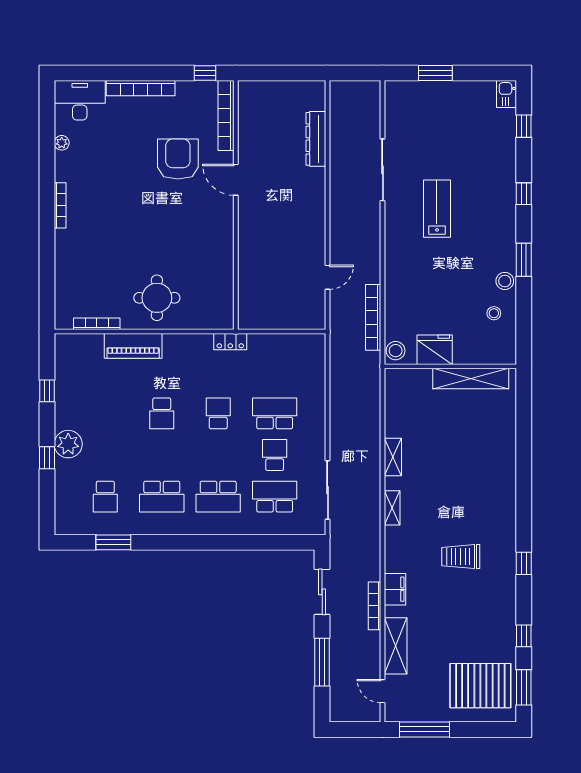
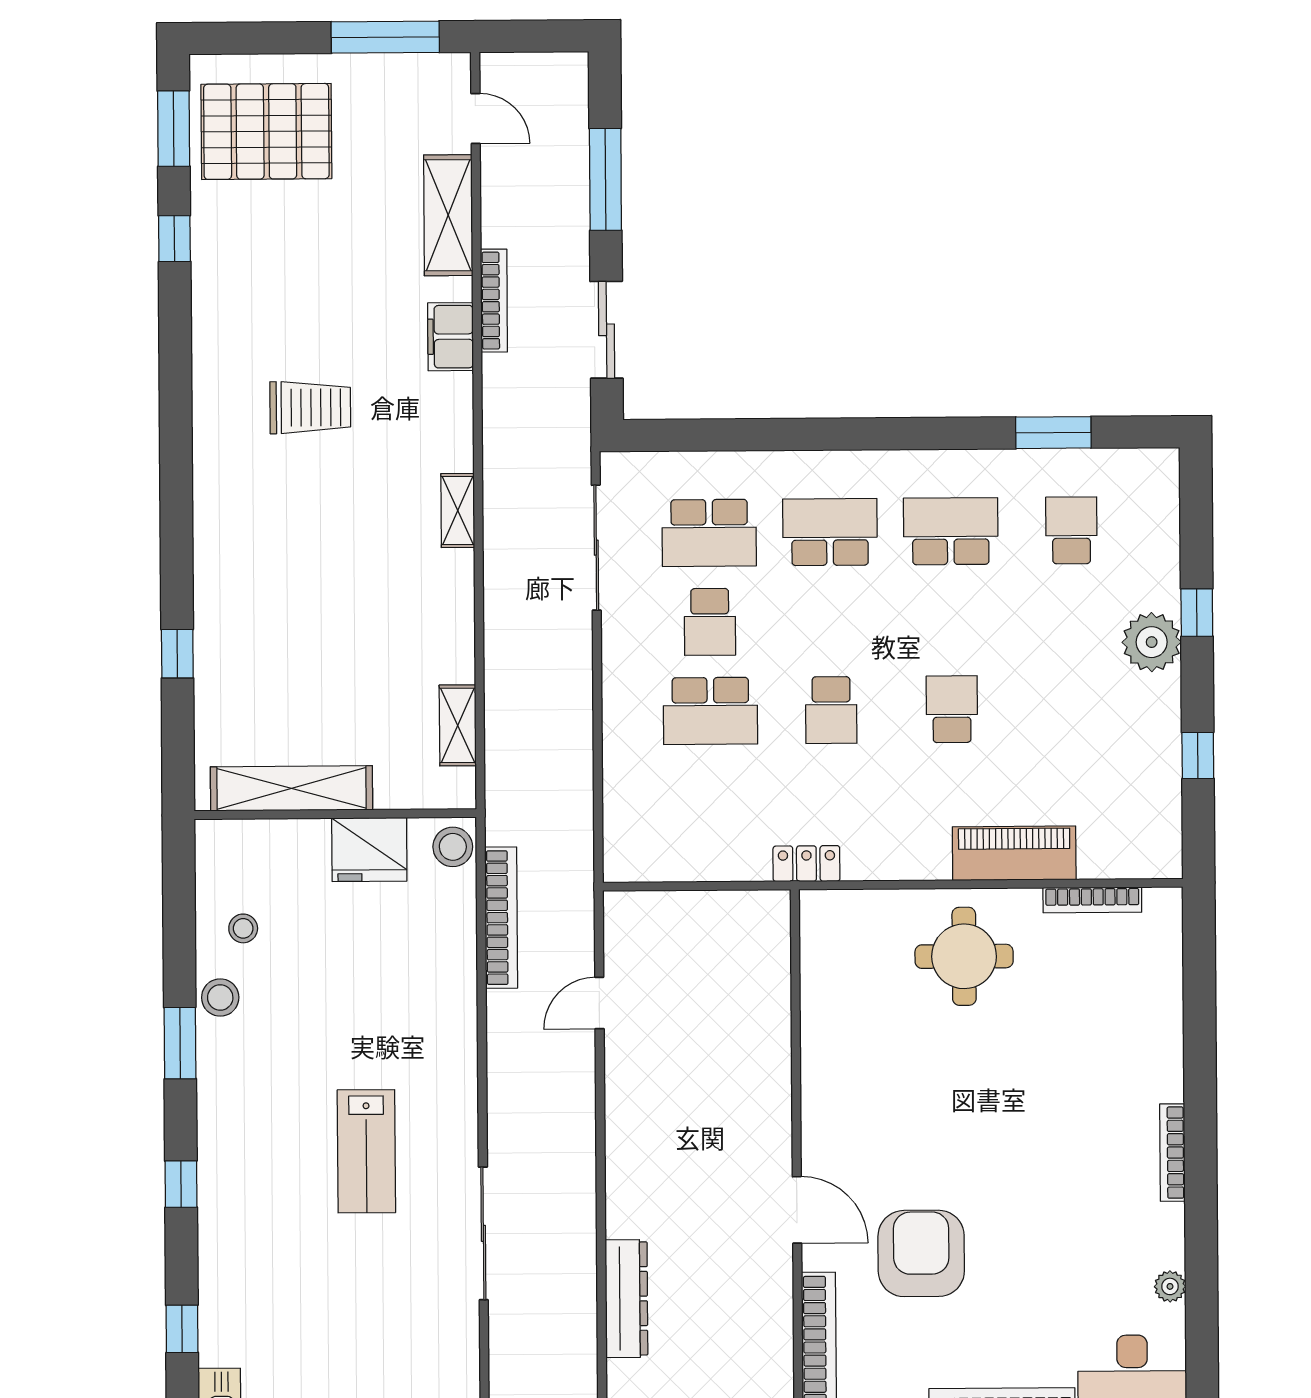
armchair: (178, 159) -> (921, 1253), turned 180
shelving: (393, 457) -> (458, 725), moved
window: (524, 563) -> (177, 654), moved

